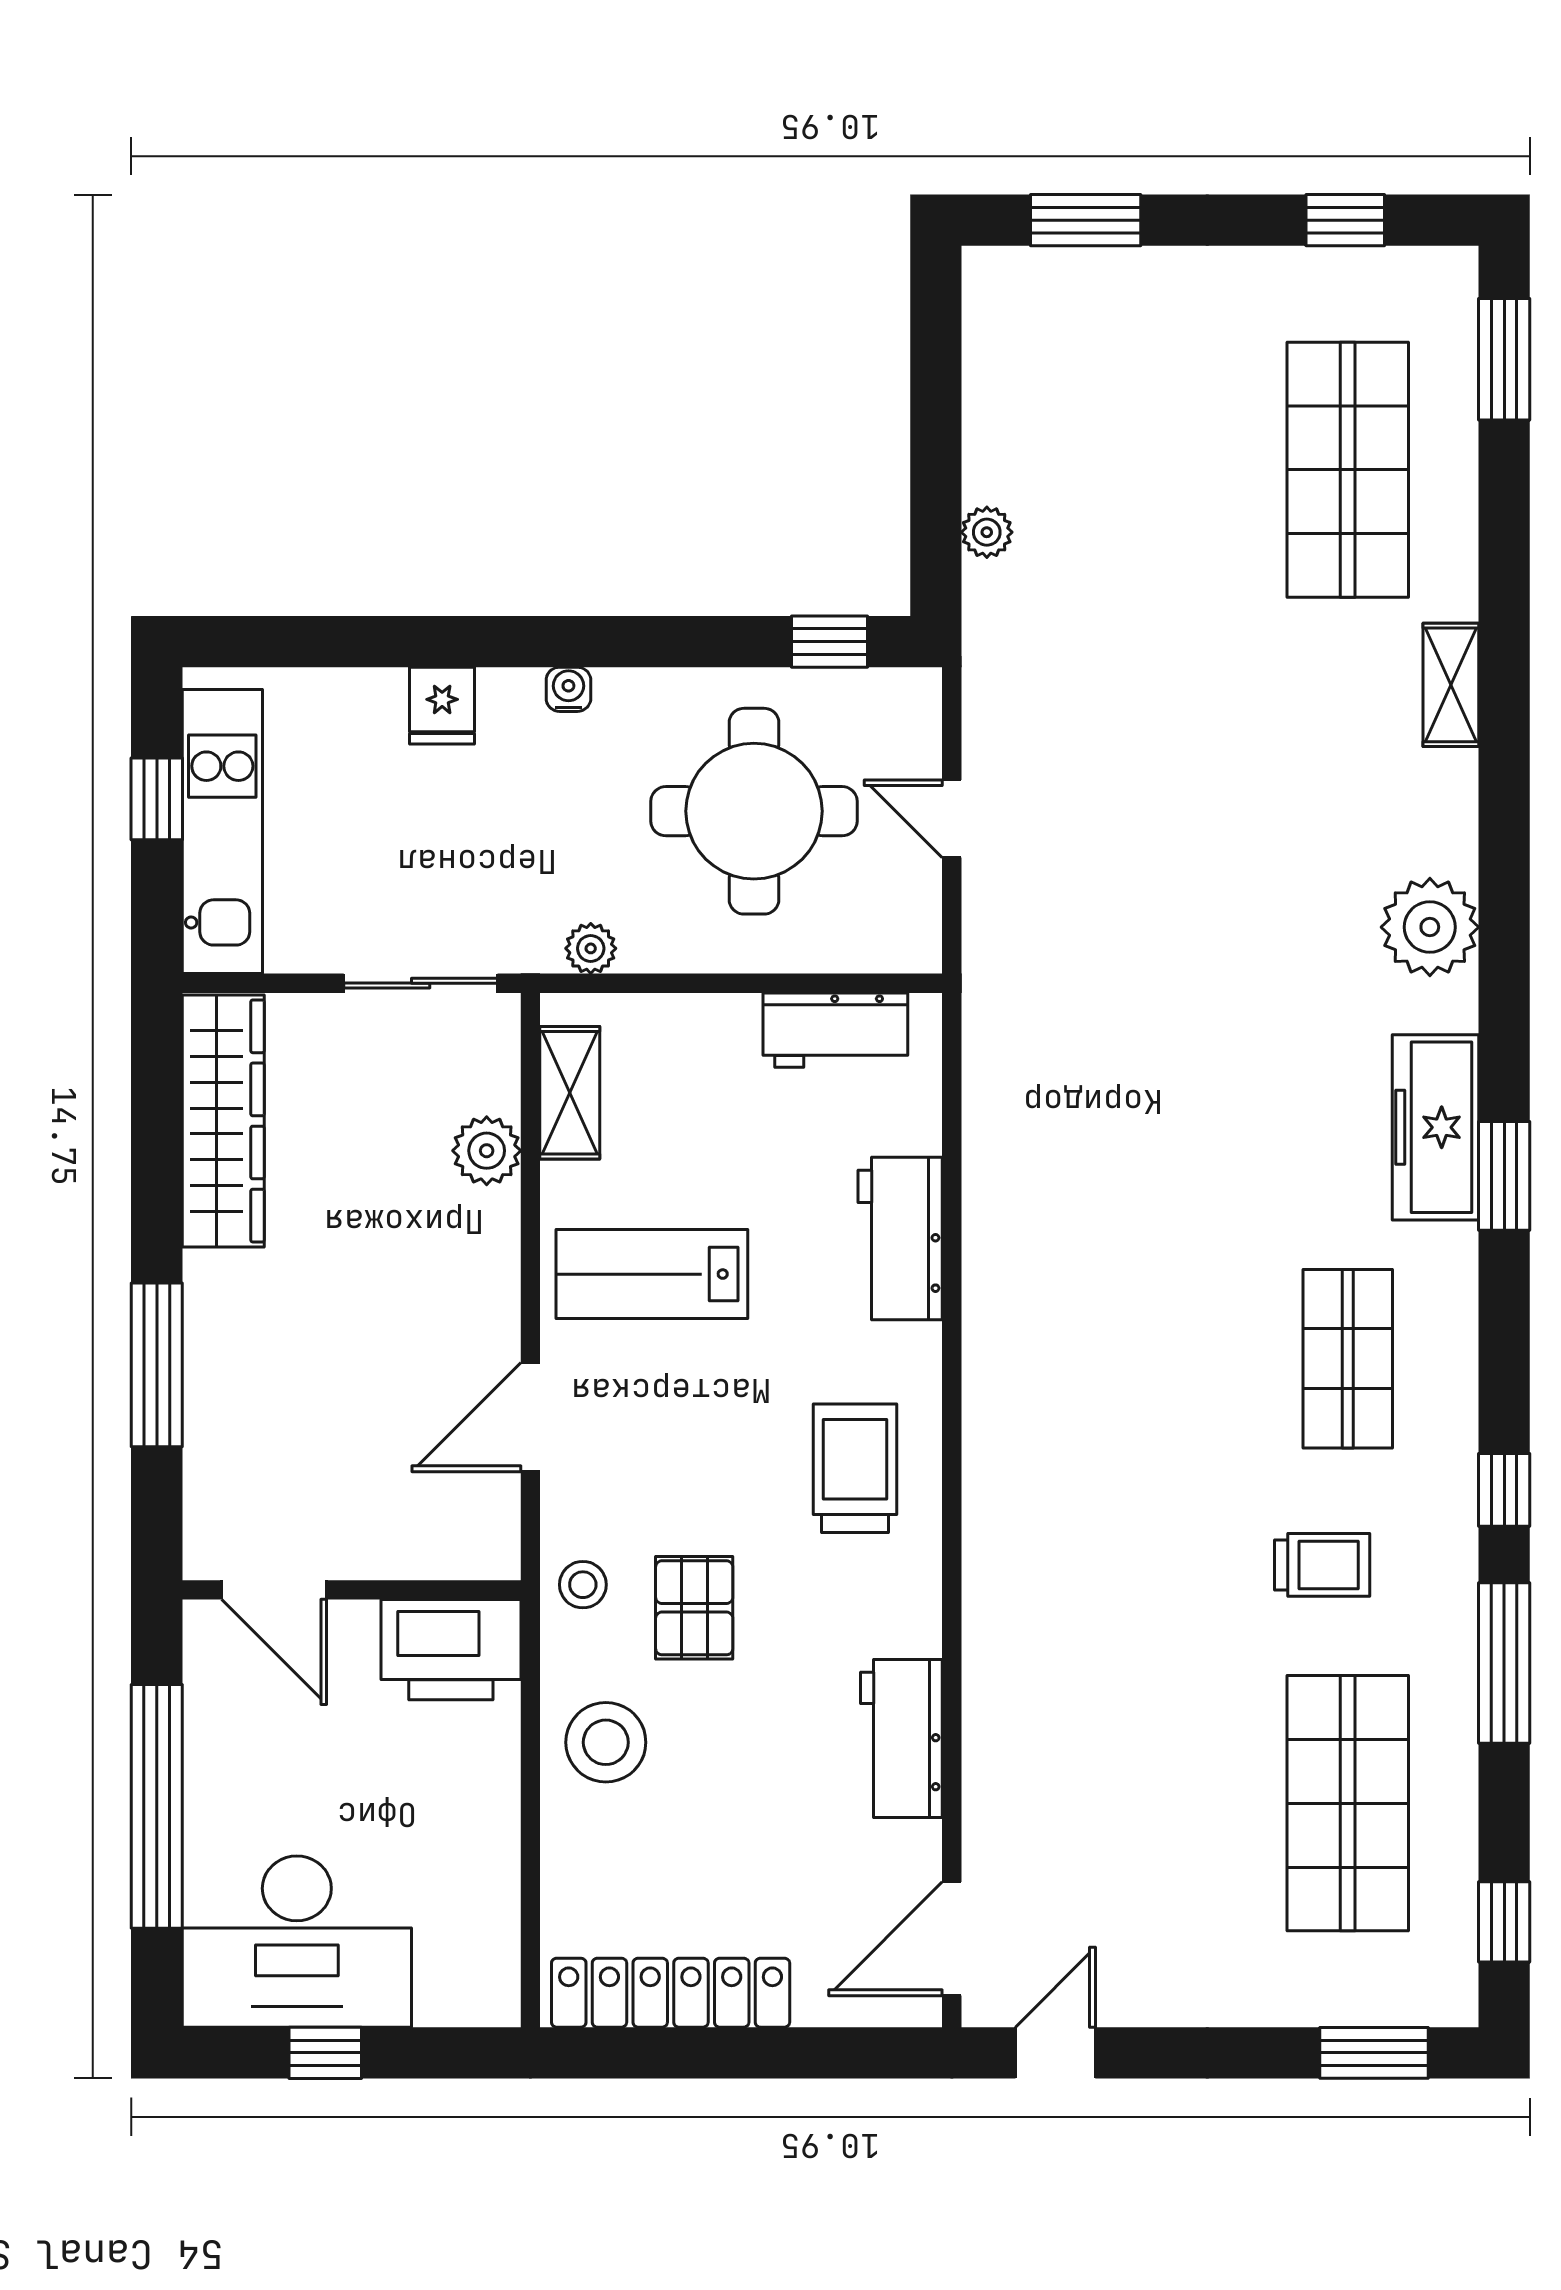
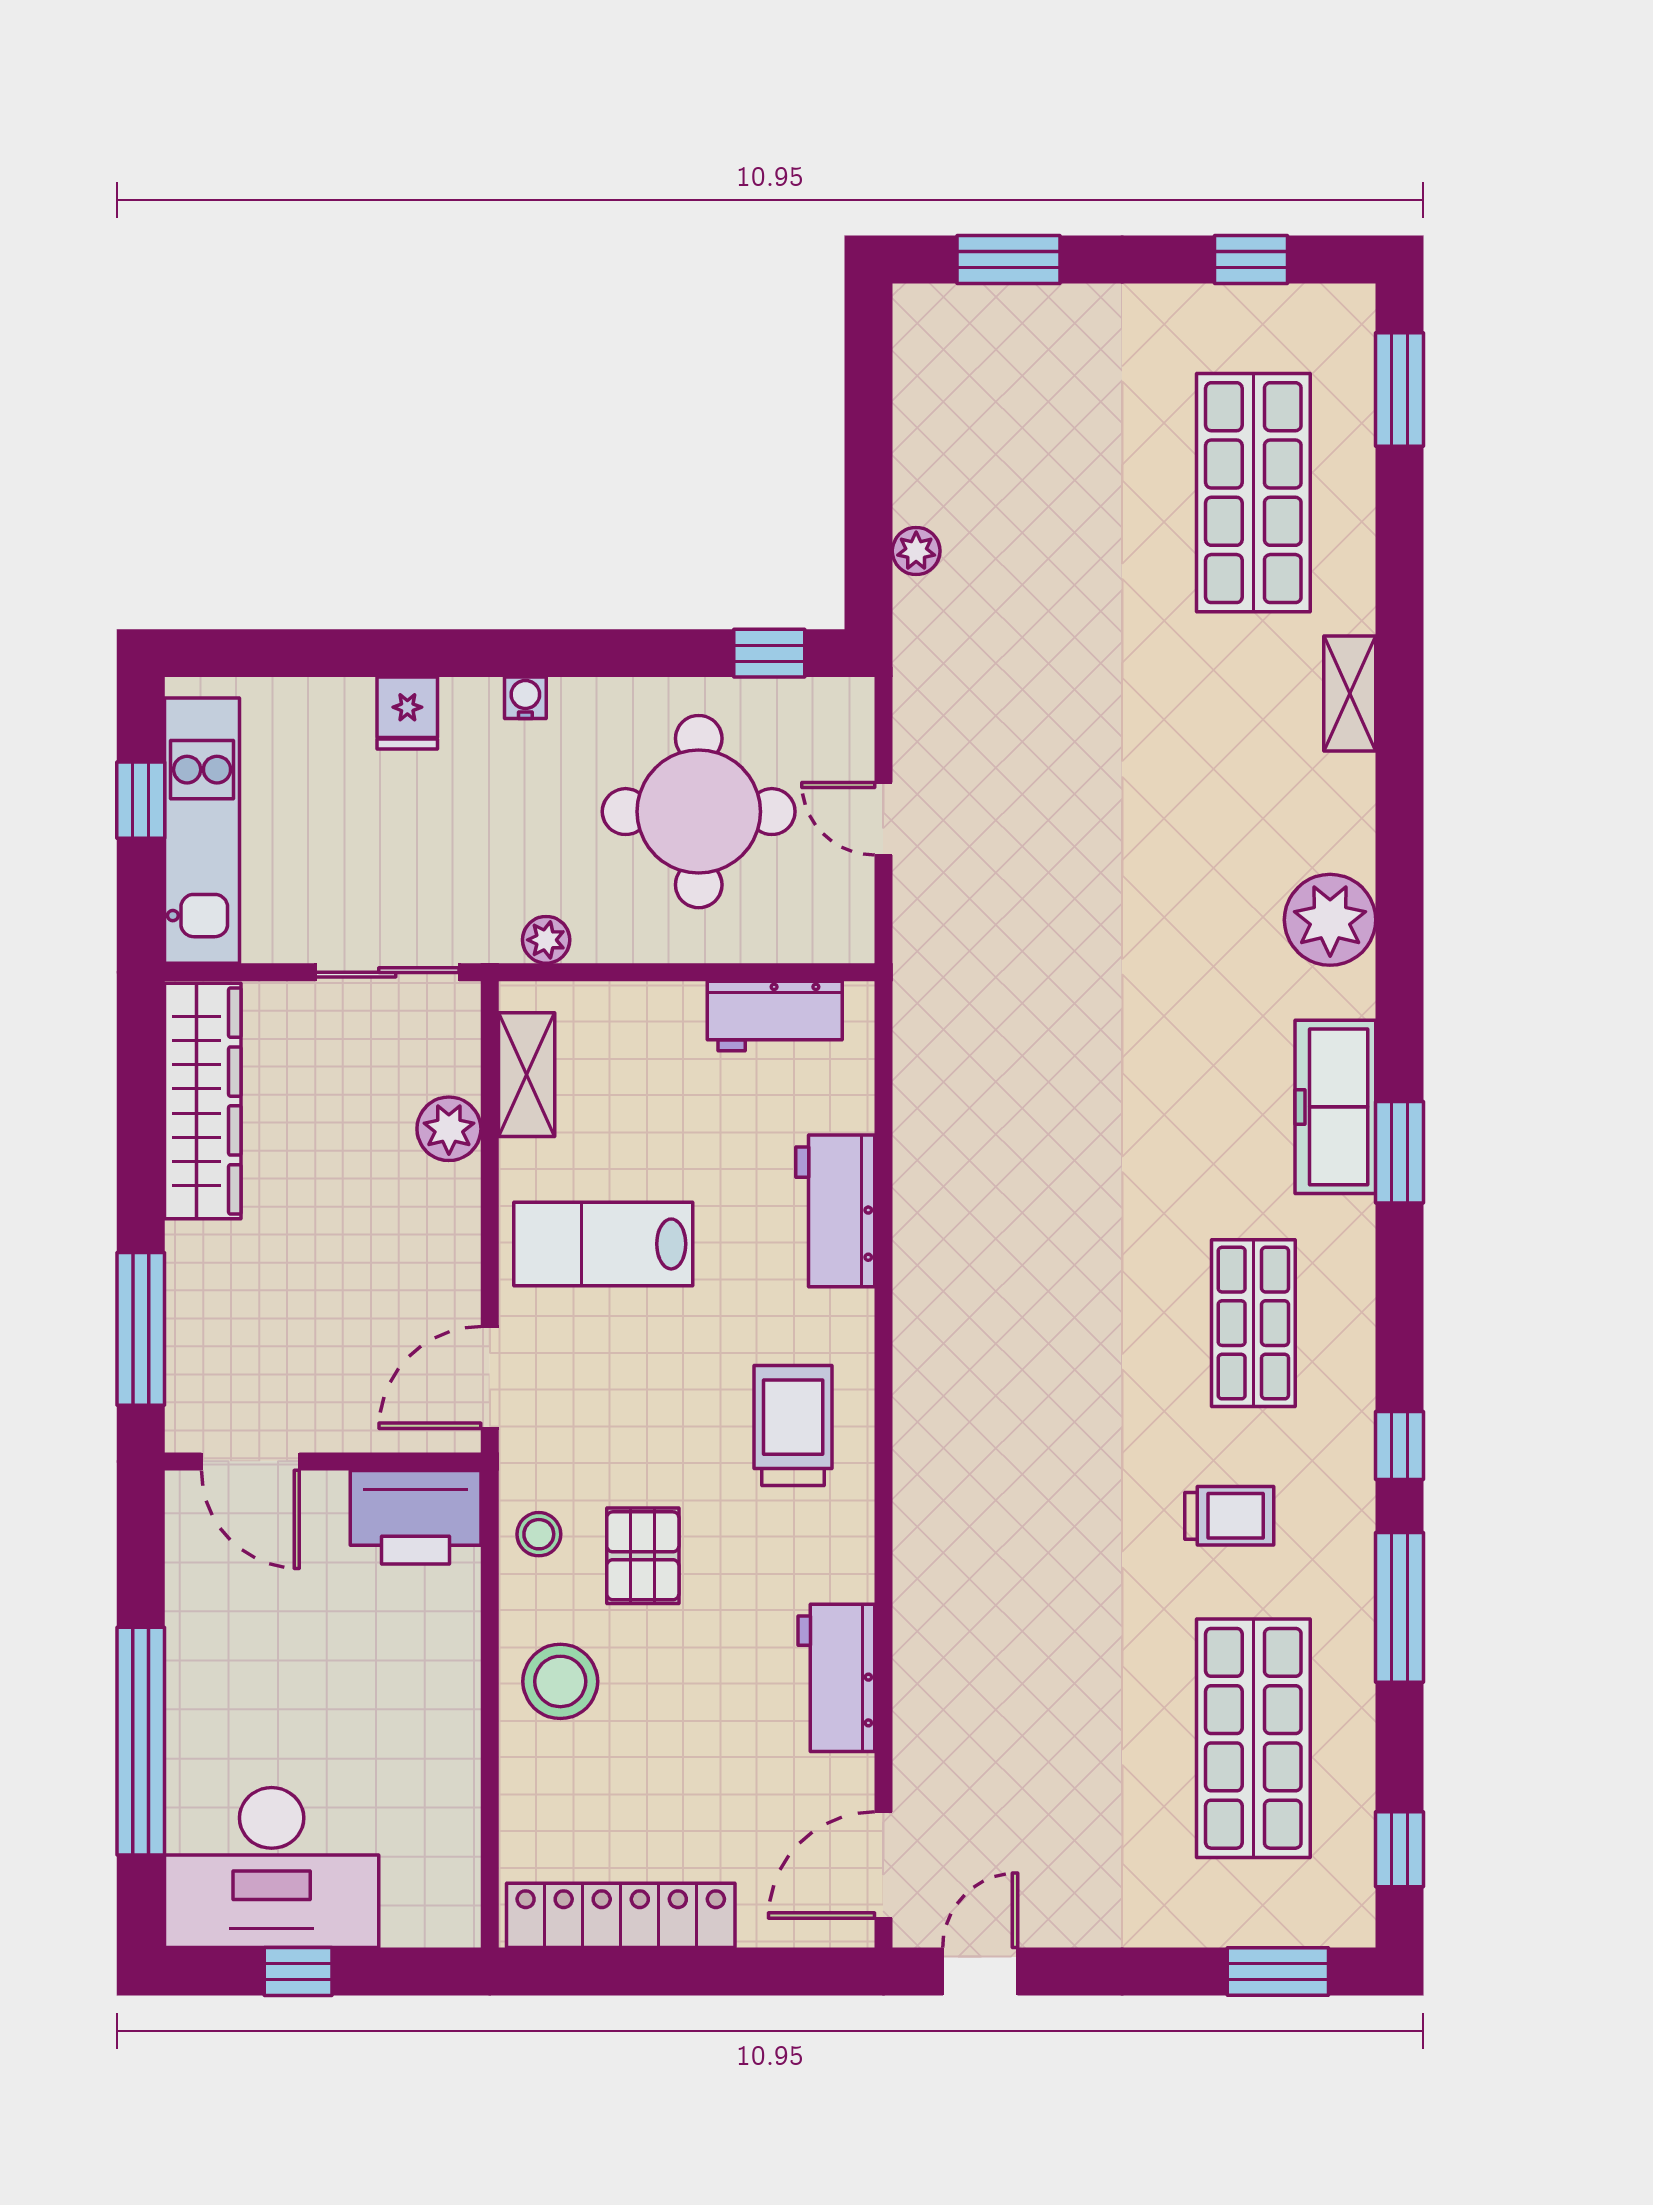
door: (274, 1590) -> (250, 1461), moved
wall: (352, 1590) -> (323, 1461), moved
printer: (451, 1650) -> (416, 1517), moved

